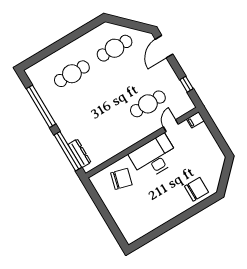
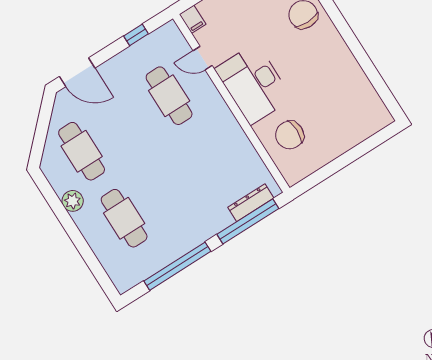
plant: (84, 42) -> (73, 201), added
chair: (121, 179) -> (290, 135), turned -105

